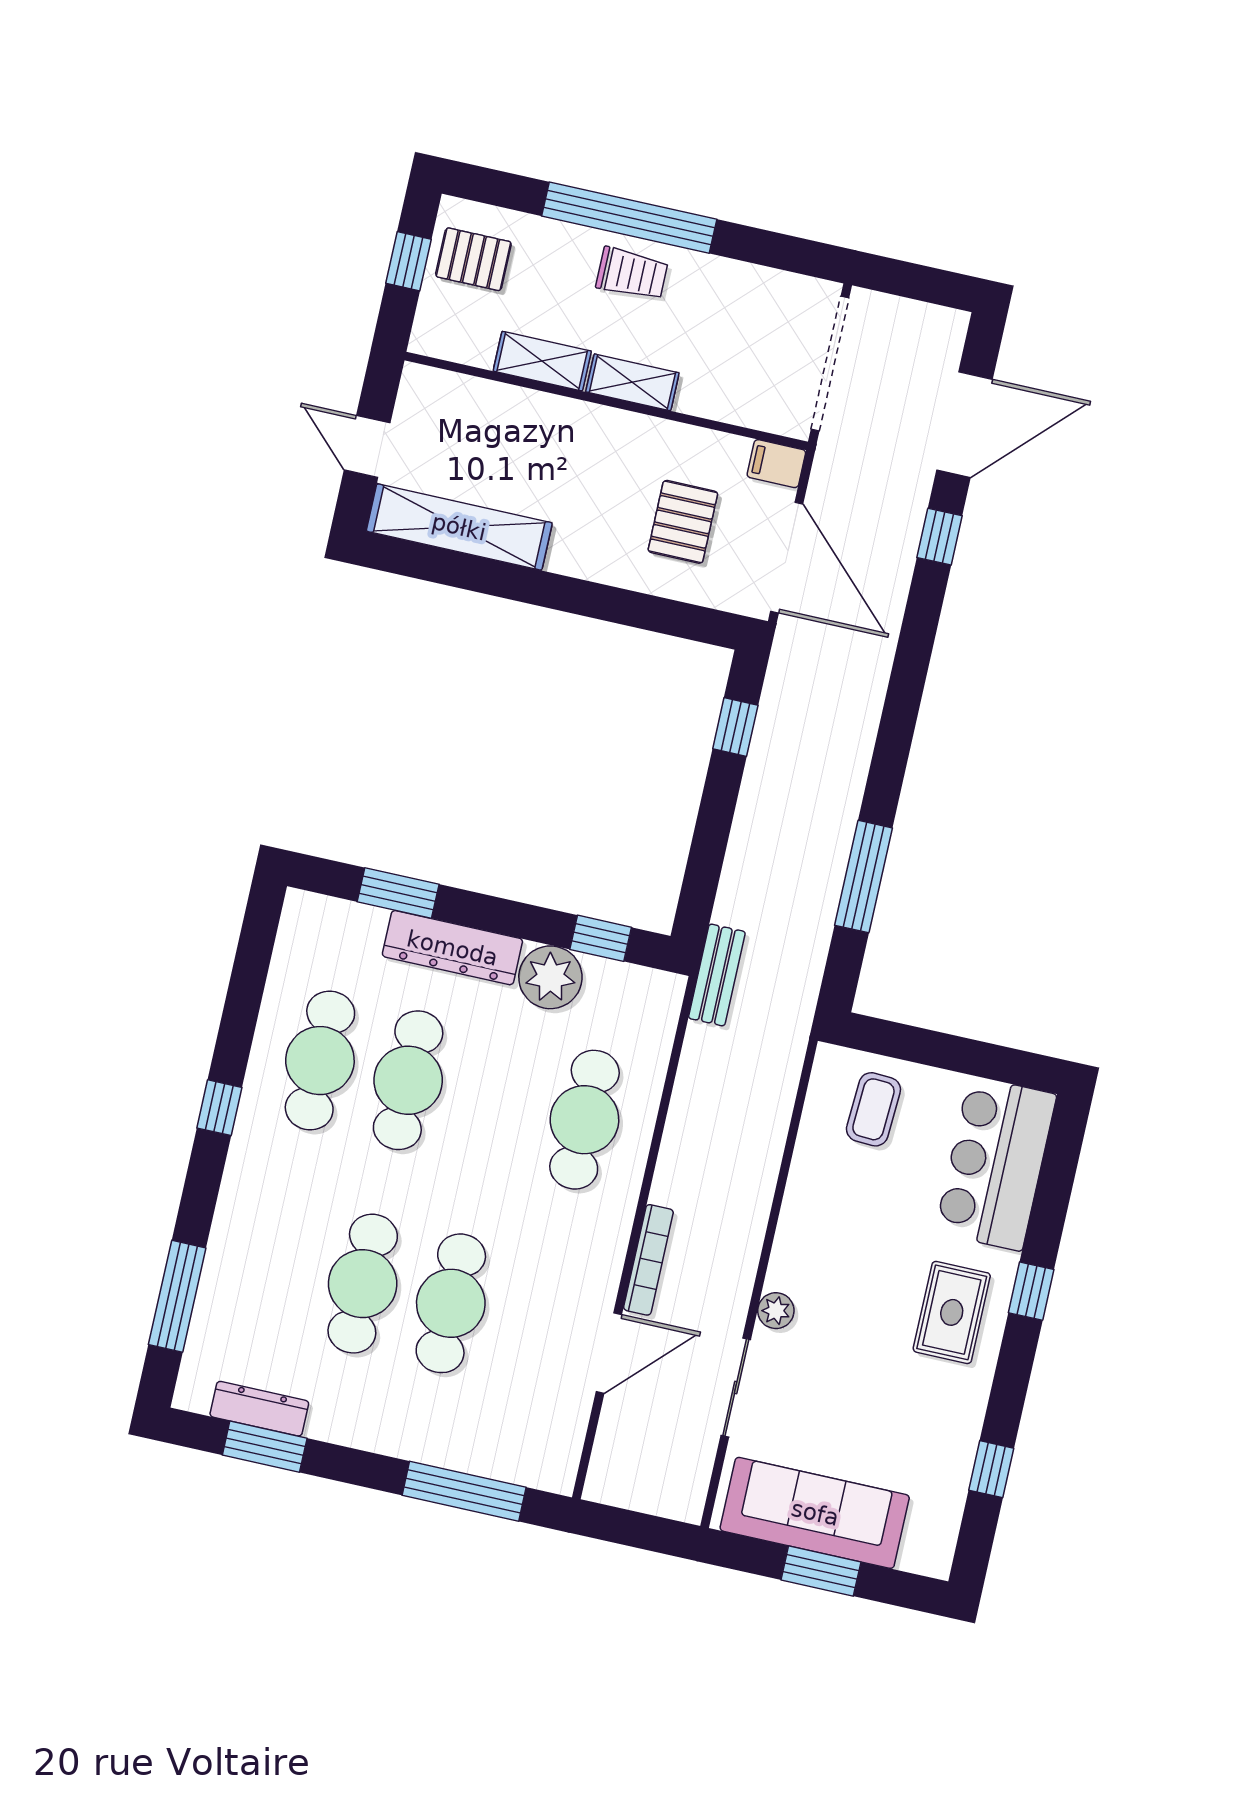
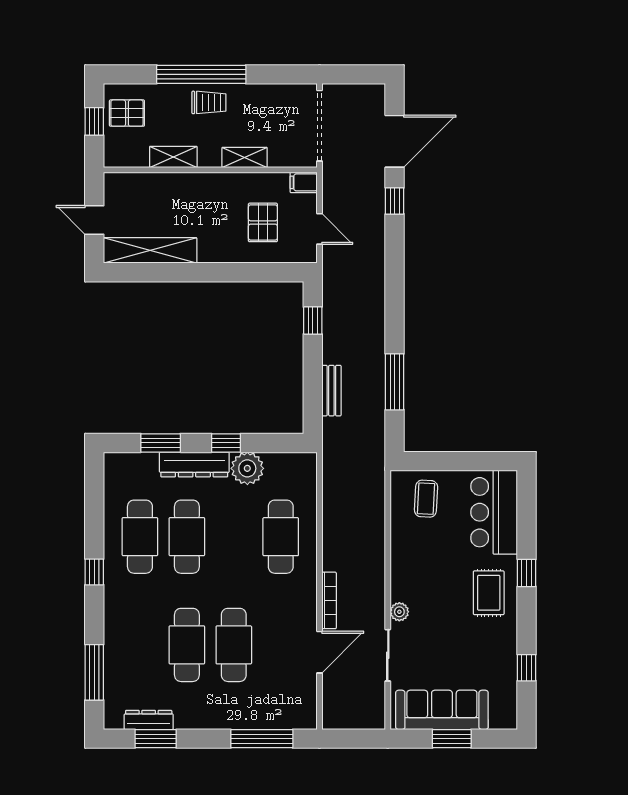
shelving: (632, 382) -> (245, 157), moved
door: (787, 558) -> (320, 229), width x0.53
window: (601, 938) -> (226, 443), moved
bench: (717, 975) -> (331, 391), moved

